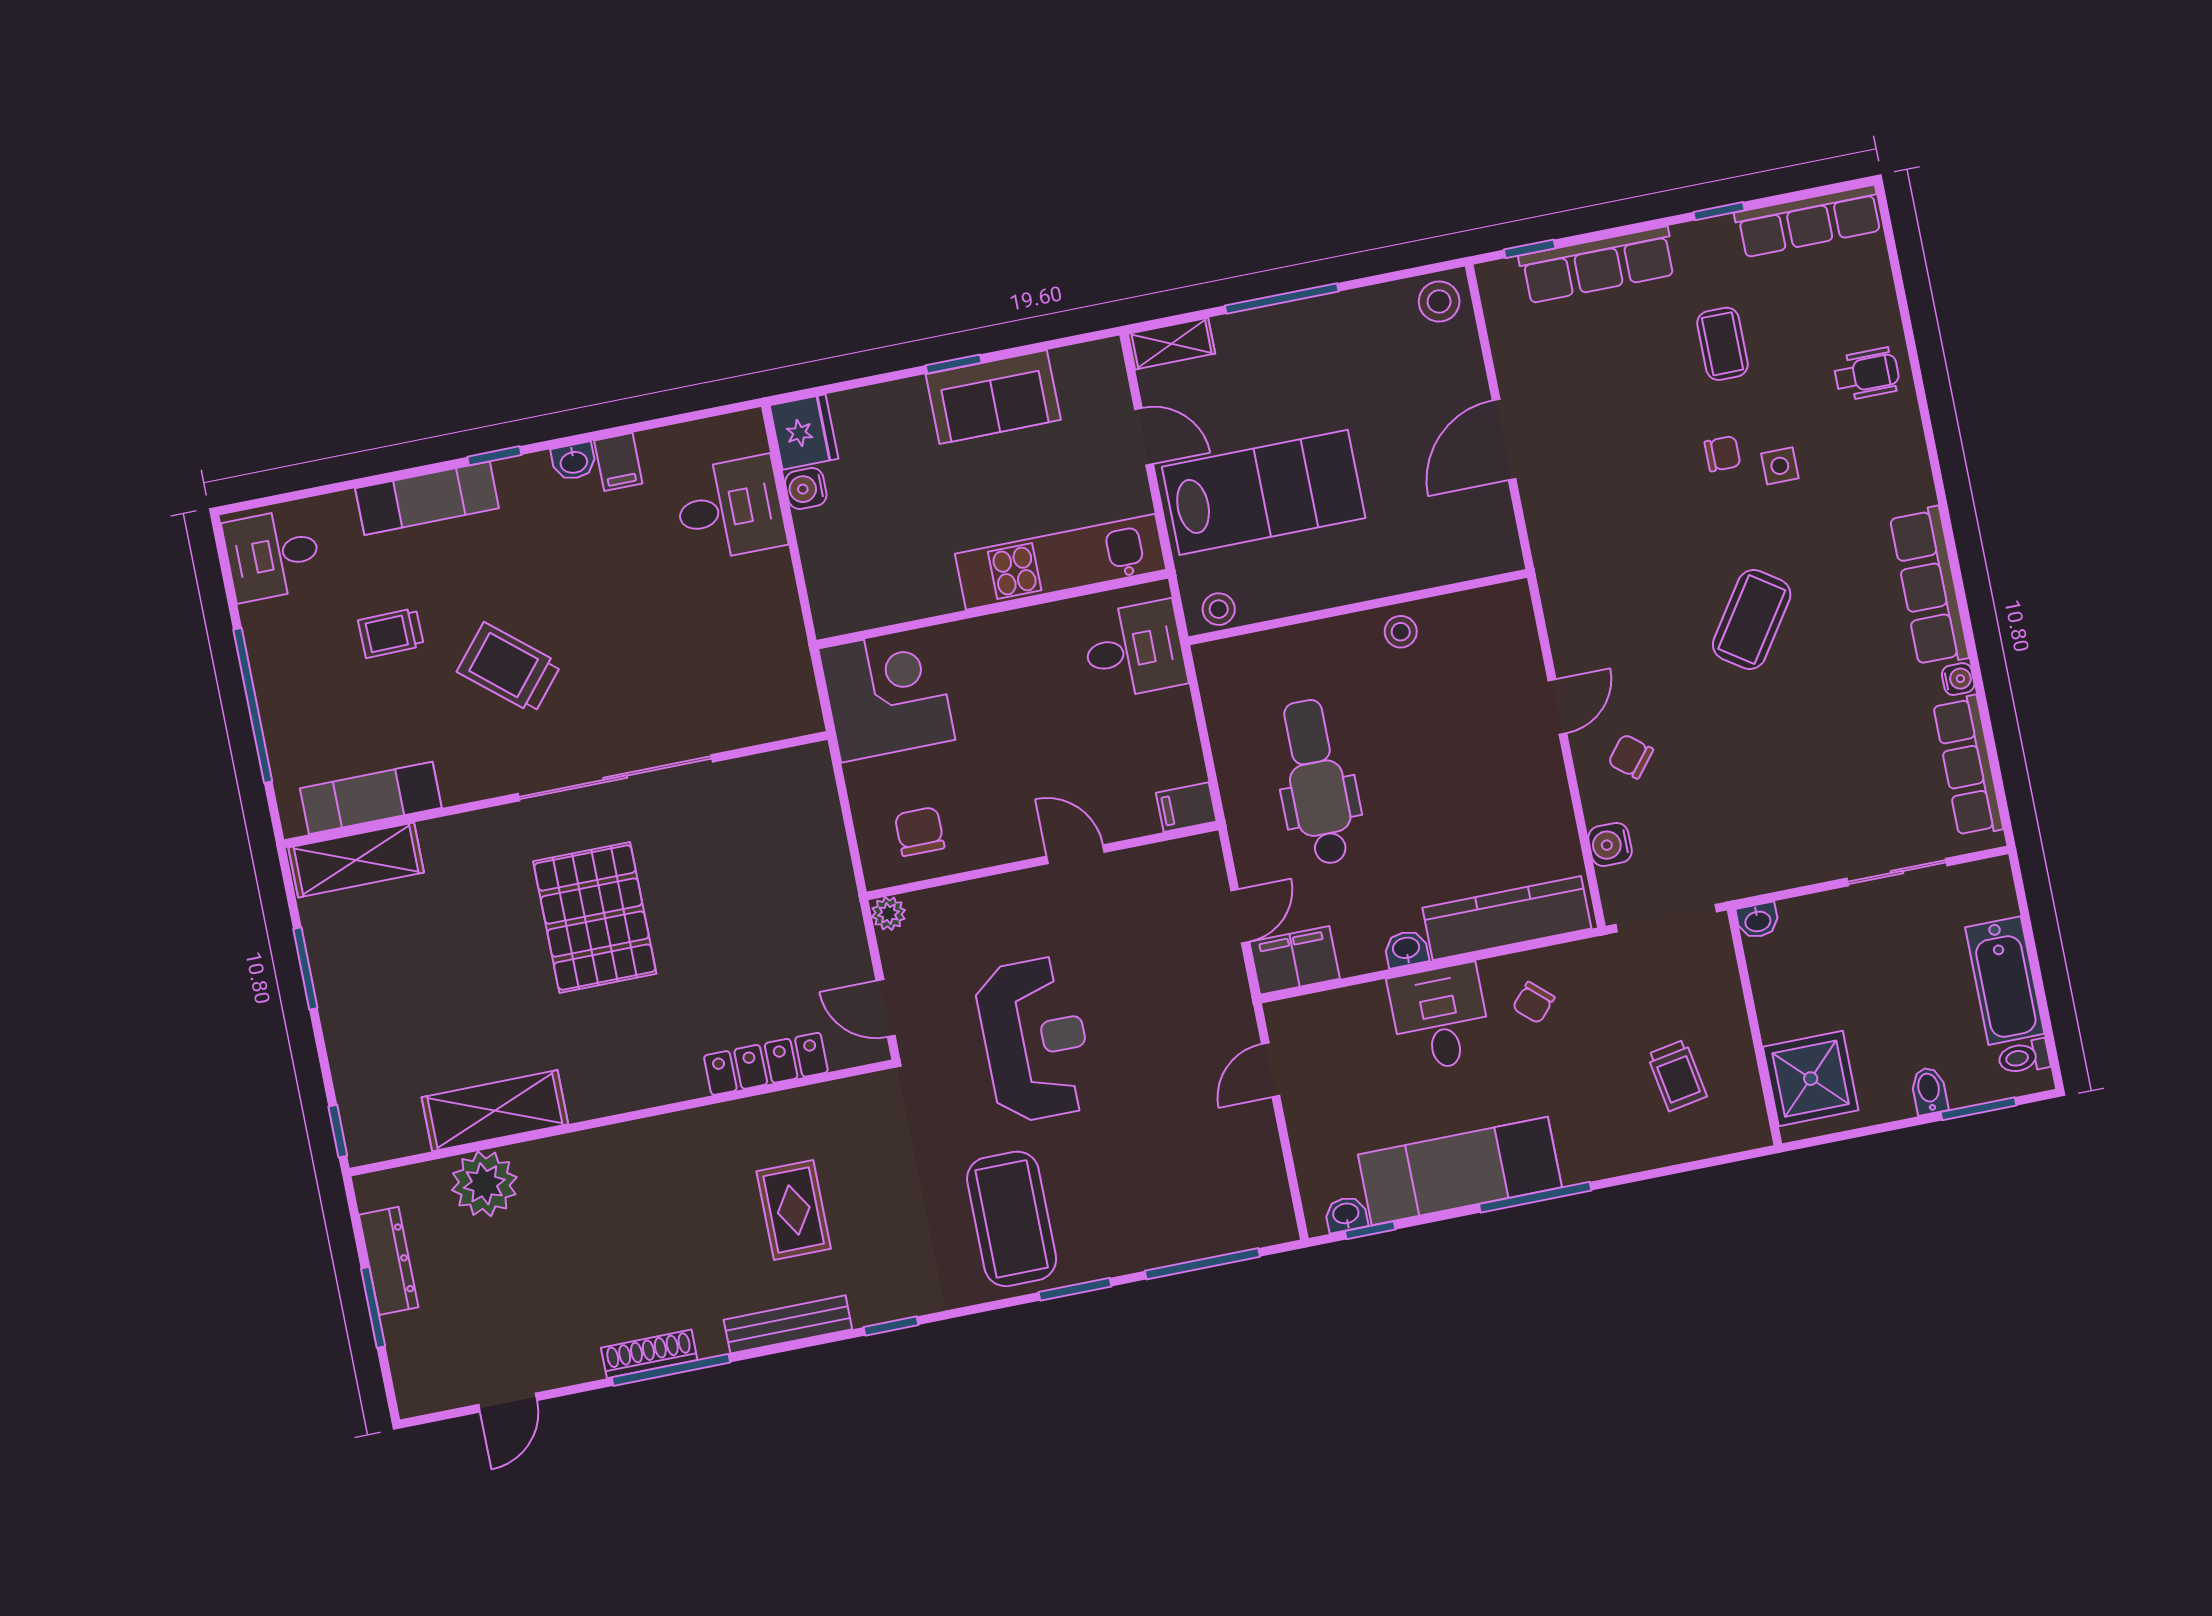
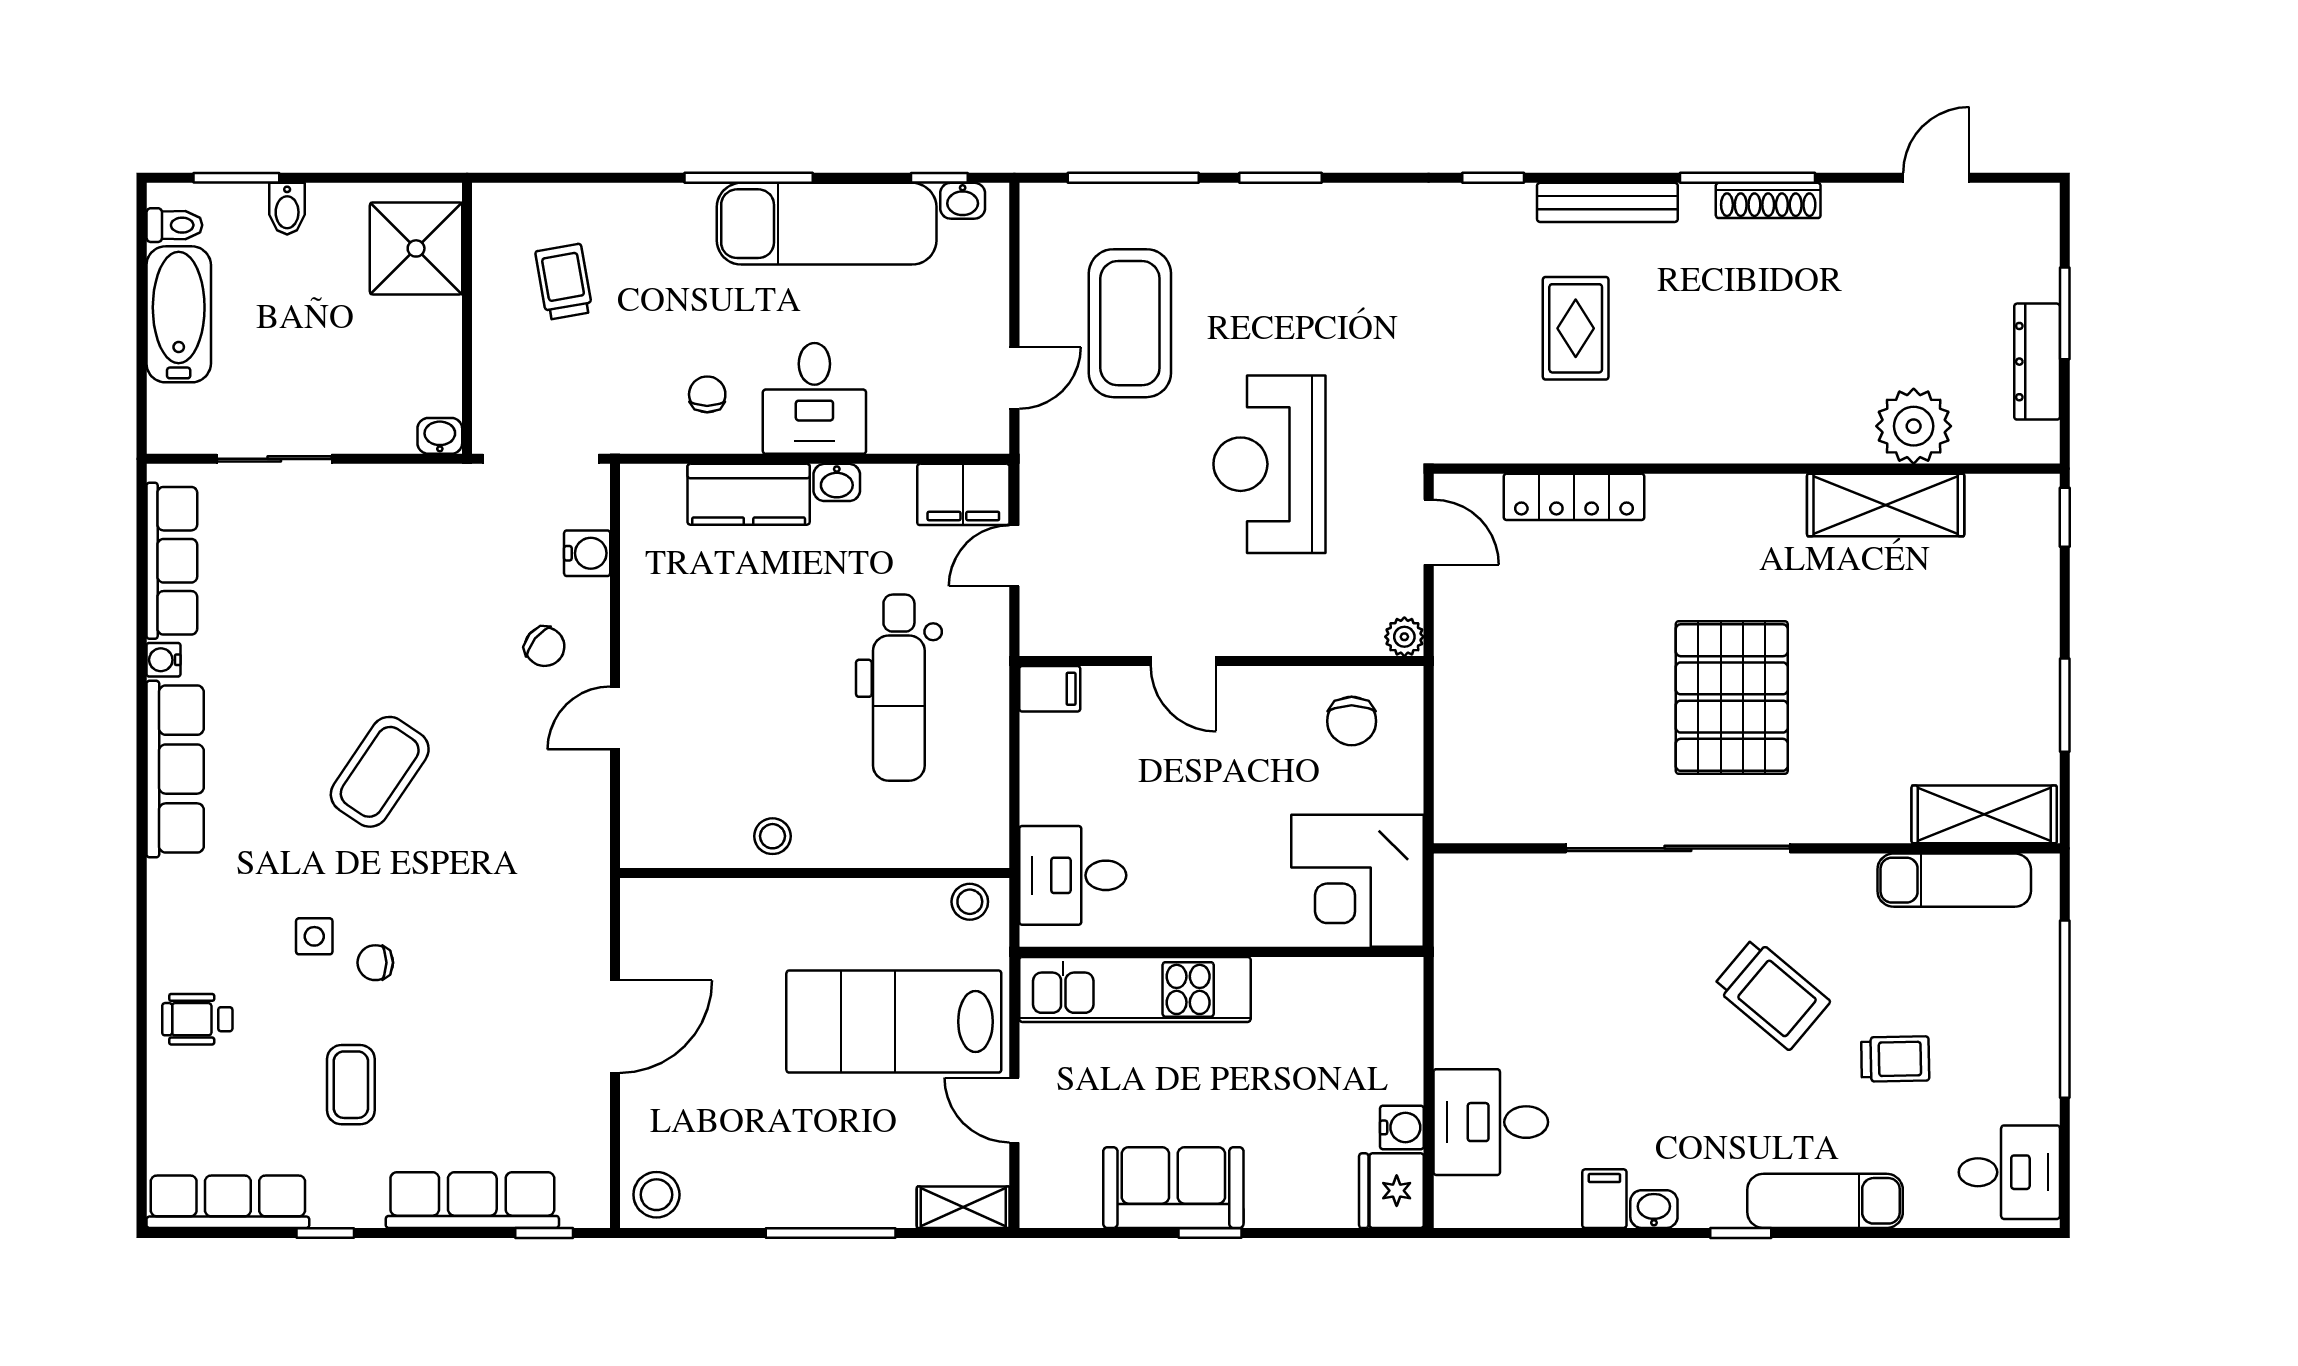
kitchen counter: (1507, 918) -> (749, 494), width x0.67
chair: (1534, 1003) -> (707, 394), turned -42
coffee table: (1012, 1219) -> (1130, 323), moved

